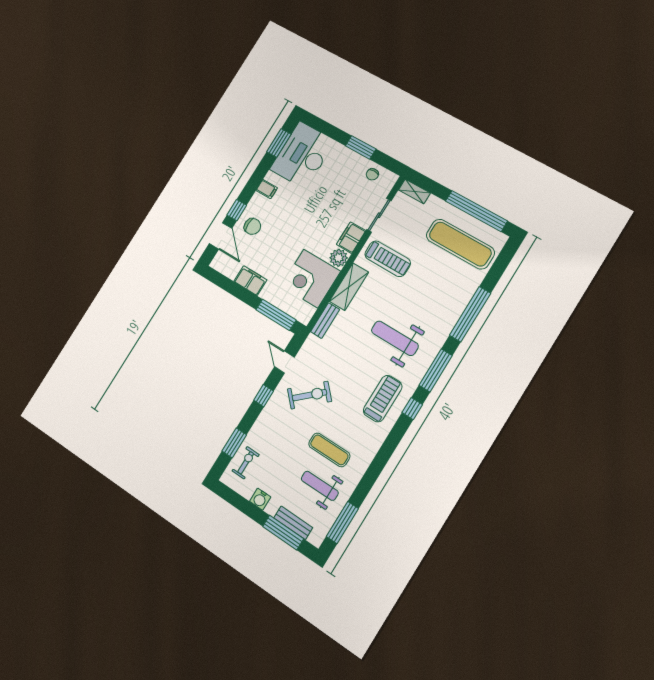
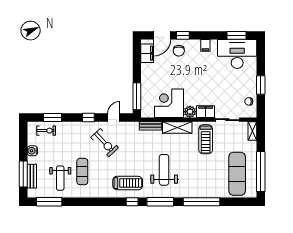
filing cabinet: (250, 281) -> (147, 53), moved
weight bench: (320, 486) -> (60, 178), turned 180

